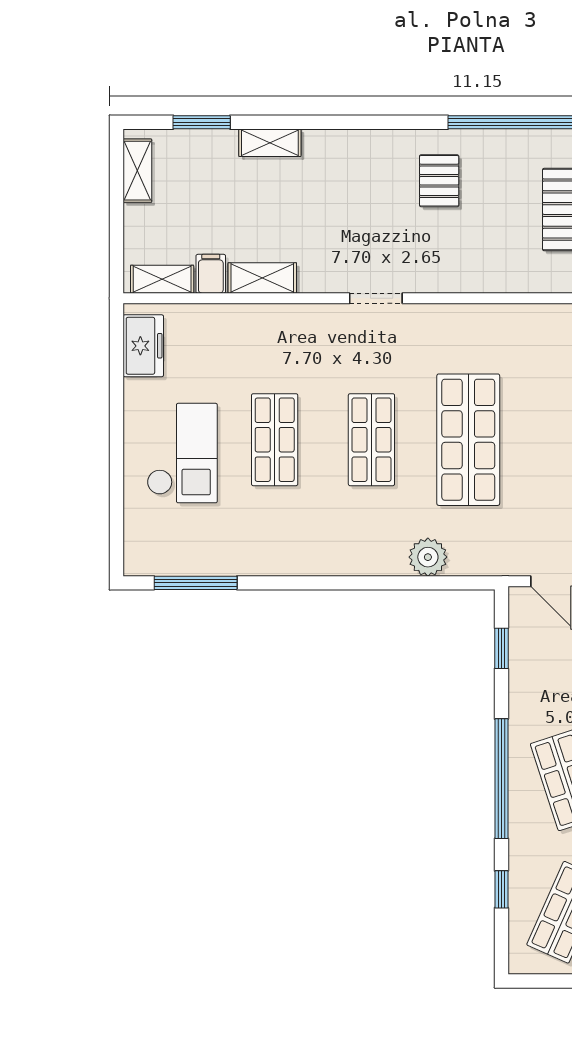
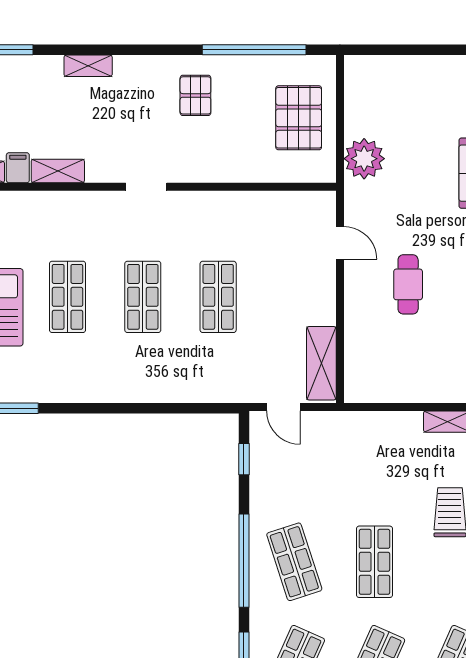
shelving: (270, 143) -> (88, 66), moved
shop shelf: (468, 440) -> (218, 297), width x0.70, depth x0.74
plant: (428, 557) -> (187, 388), removed

